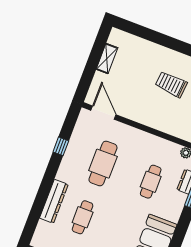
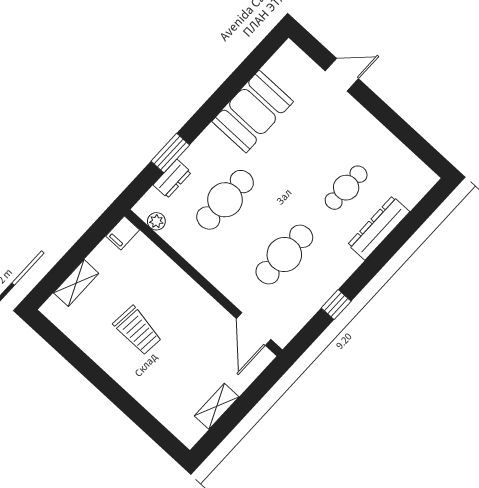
cafe table: (151, 182) -> (225, 200), width x1.37, depth x1.35

